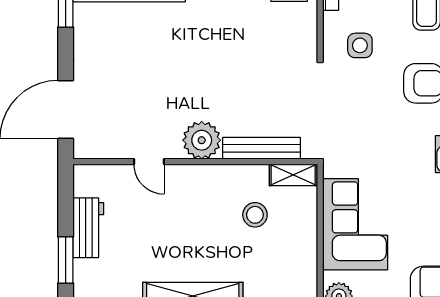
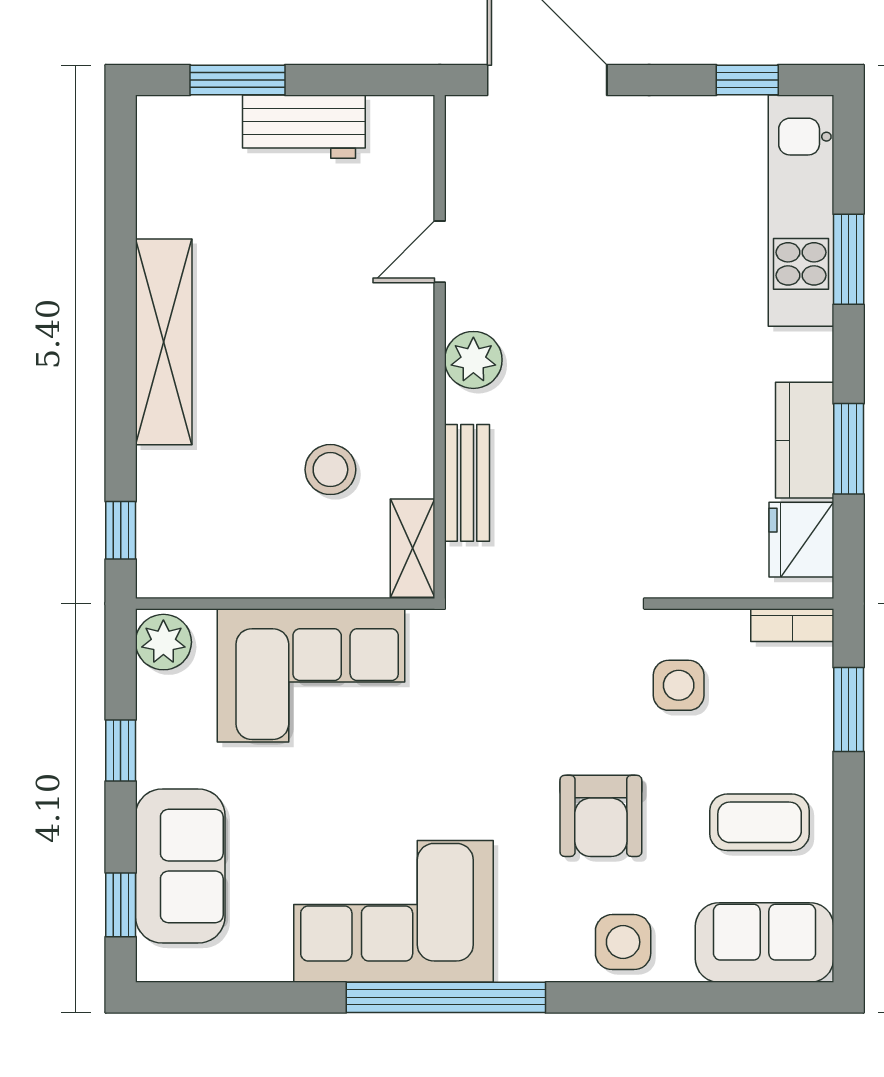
plant: (202, 140) -> (473, 360), width x0.73, depth x0.73
bench: (261, 148) -> (467, 483), width x0.73

